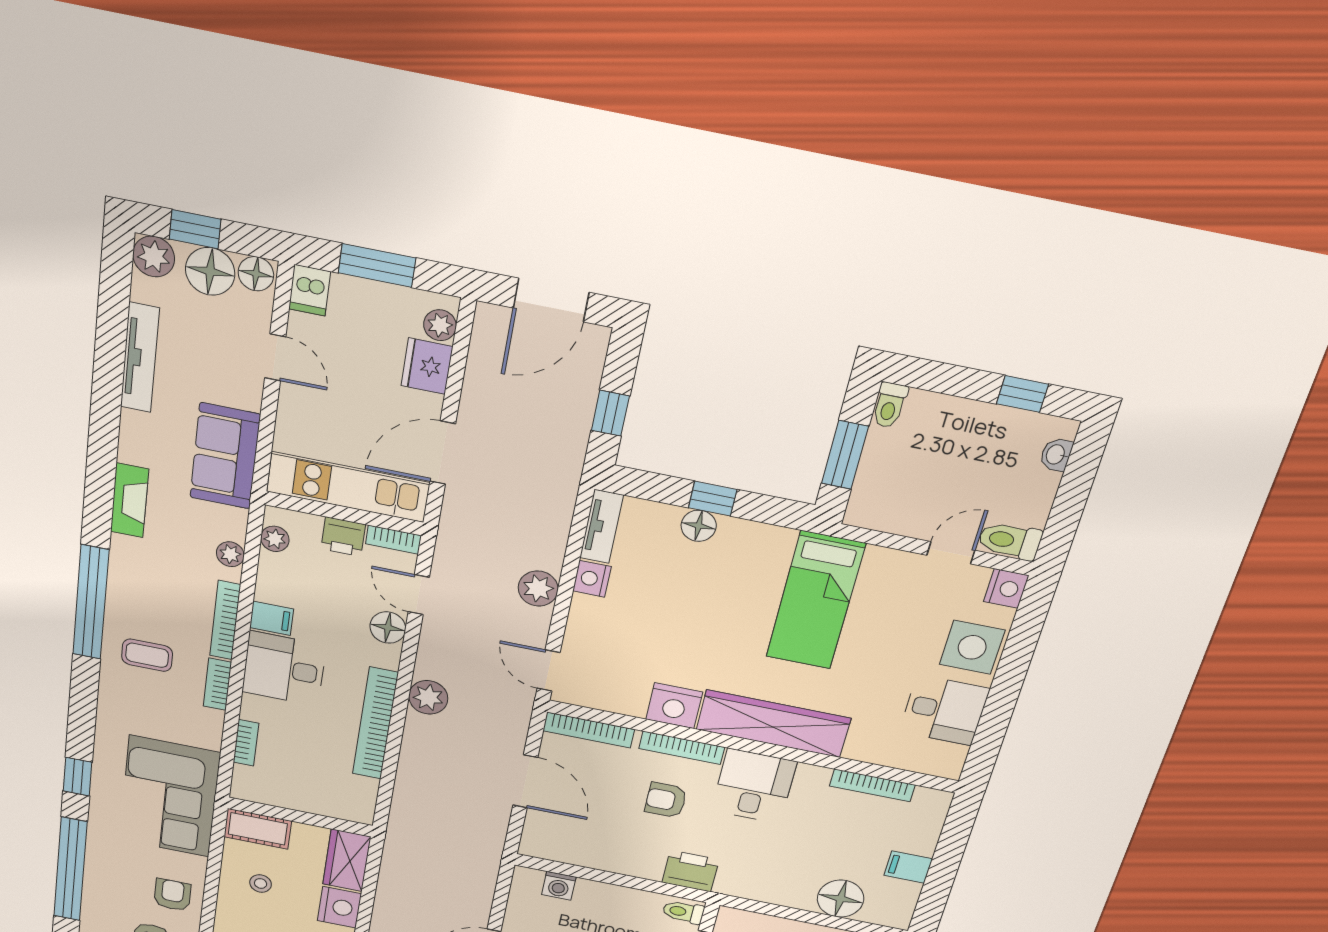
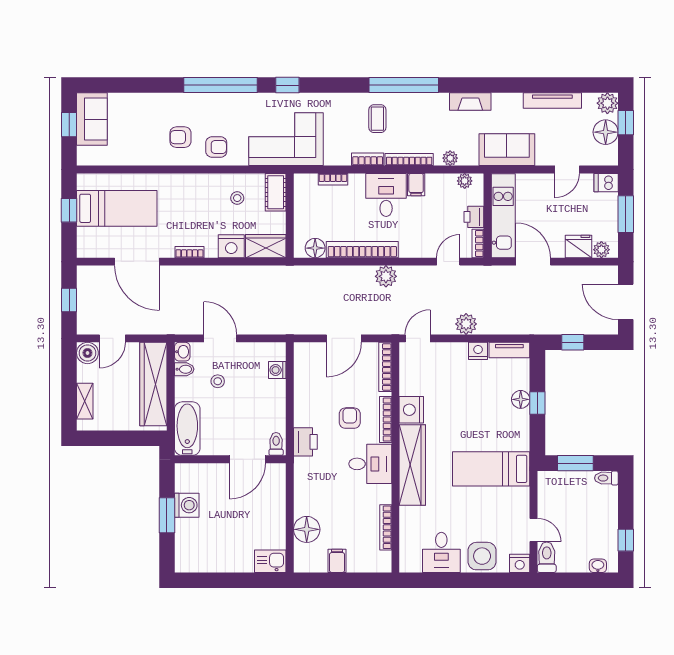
floor lamp: (256, 274) -> (609, 155), removed
floor lamp: (388, 628) -> (315, 248), moved

